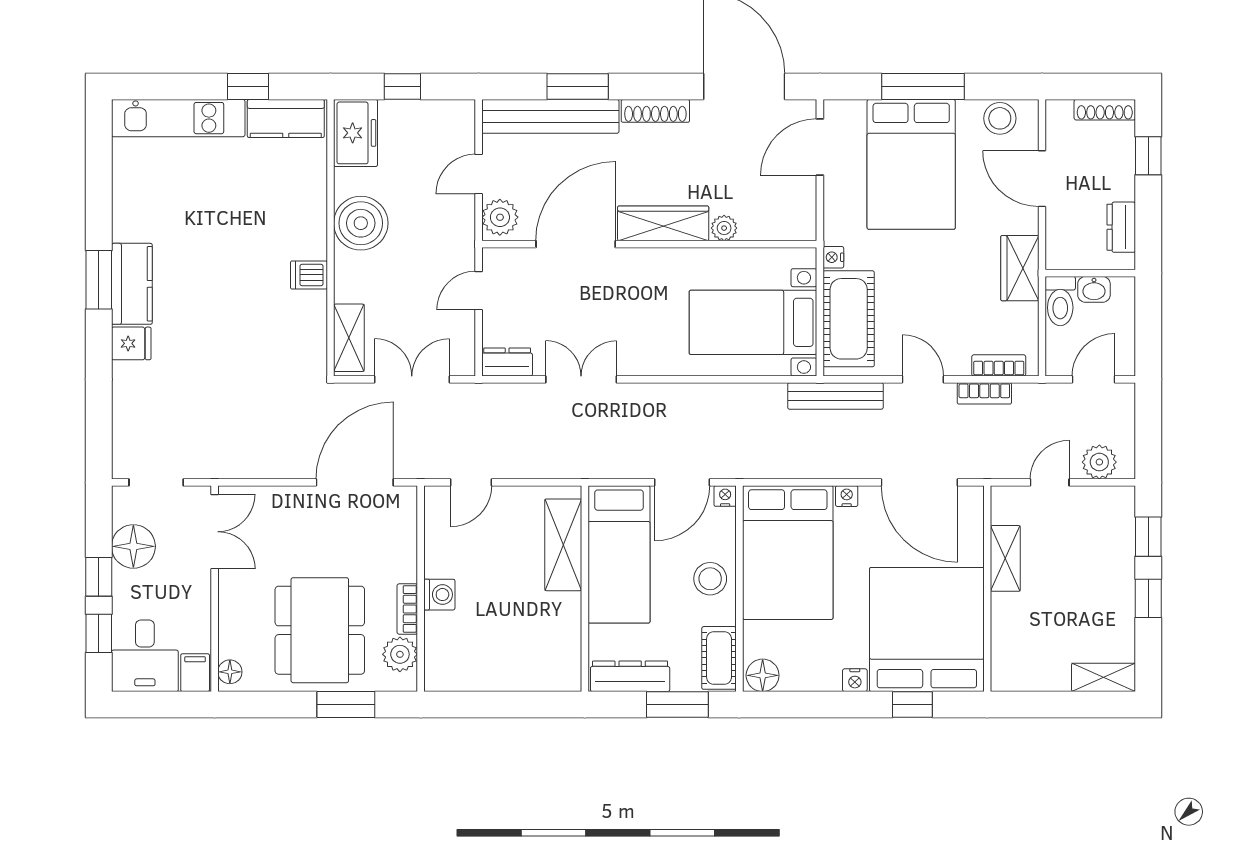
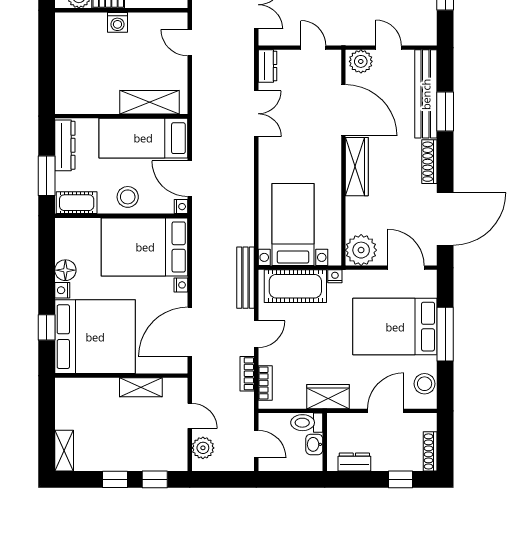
plant: (724, 228) -> (361, 250), moved, width x1.87, depth x1.87
floor lamp: (763, 675) -> (65, 270), moved

